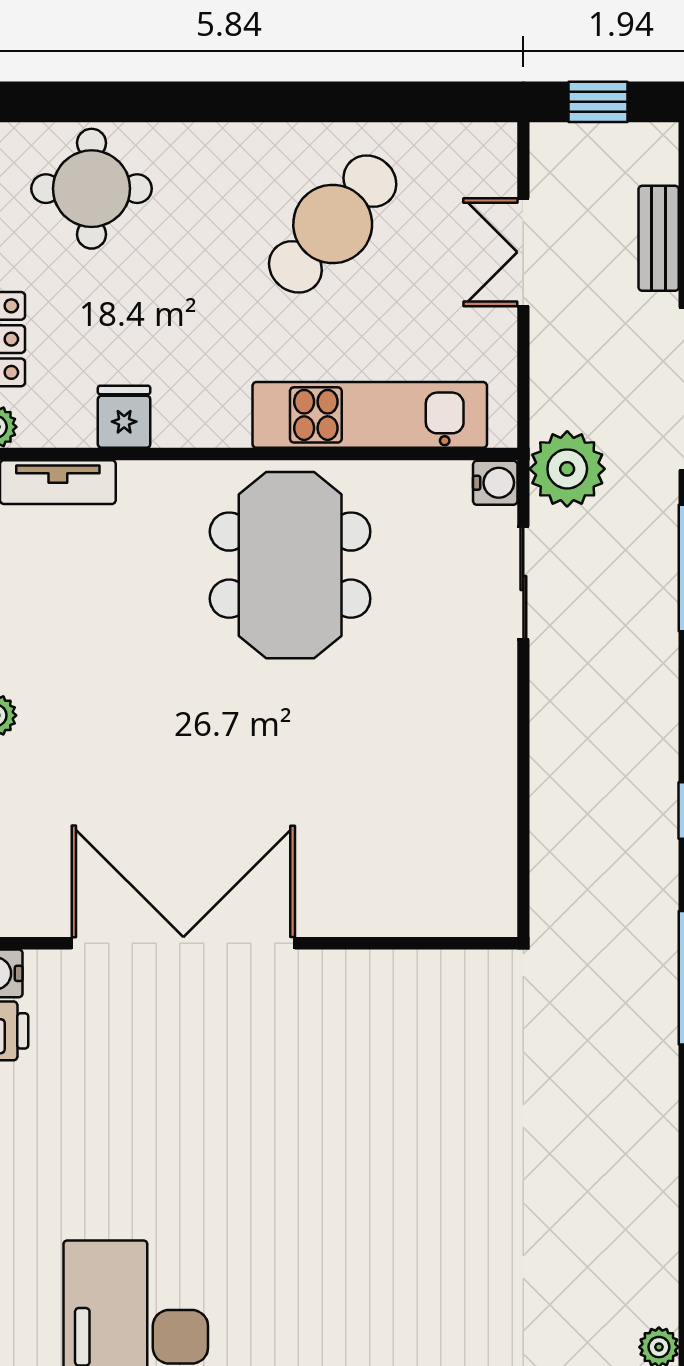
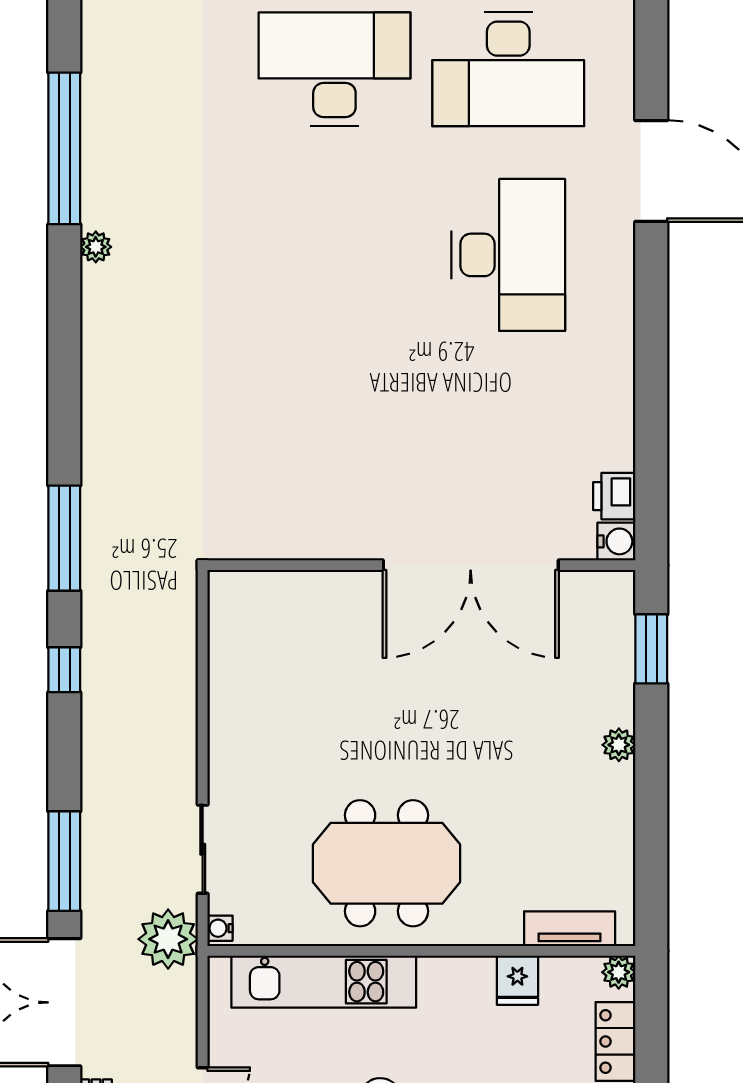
water cooler: (495, 483) -> (220, 928), width x0.72, depth x0.72
meeting table: (290, 565) -> (387, 863), turned 90

